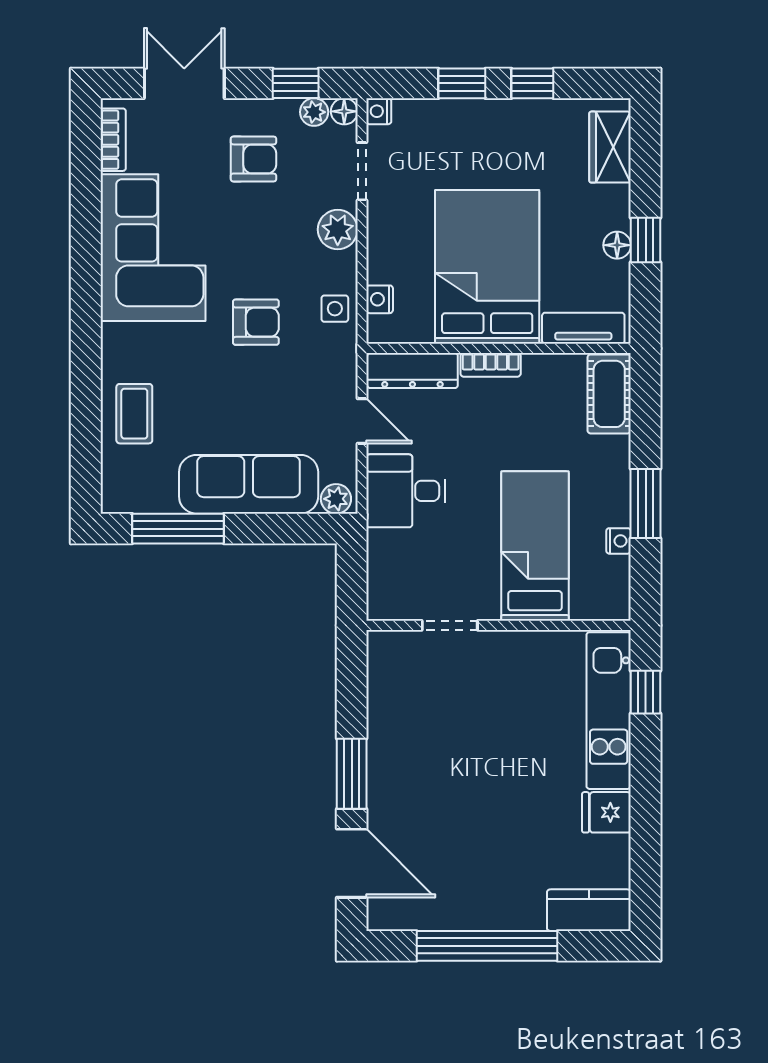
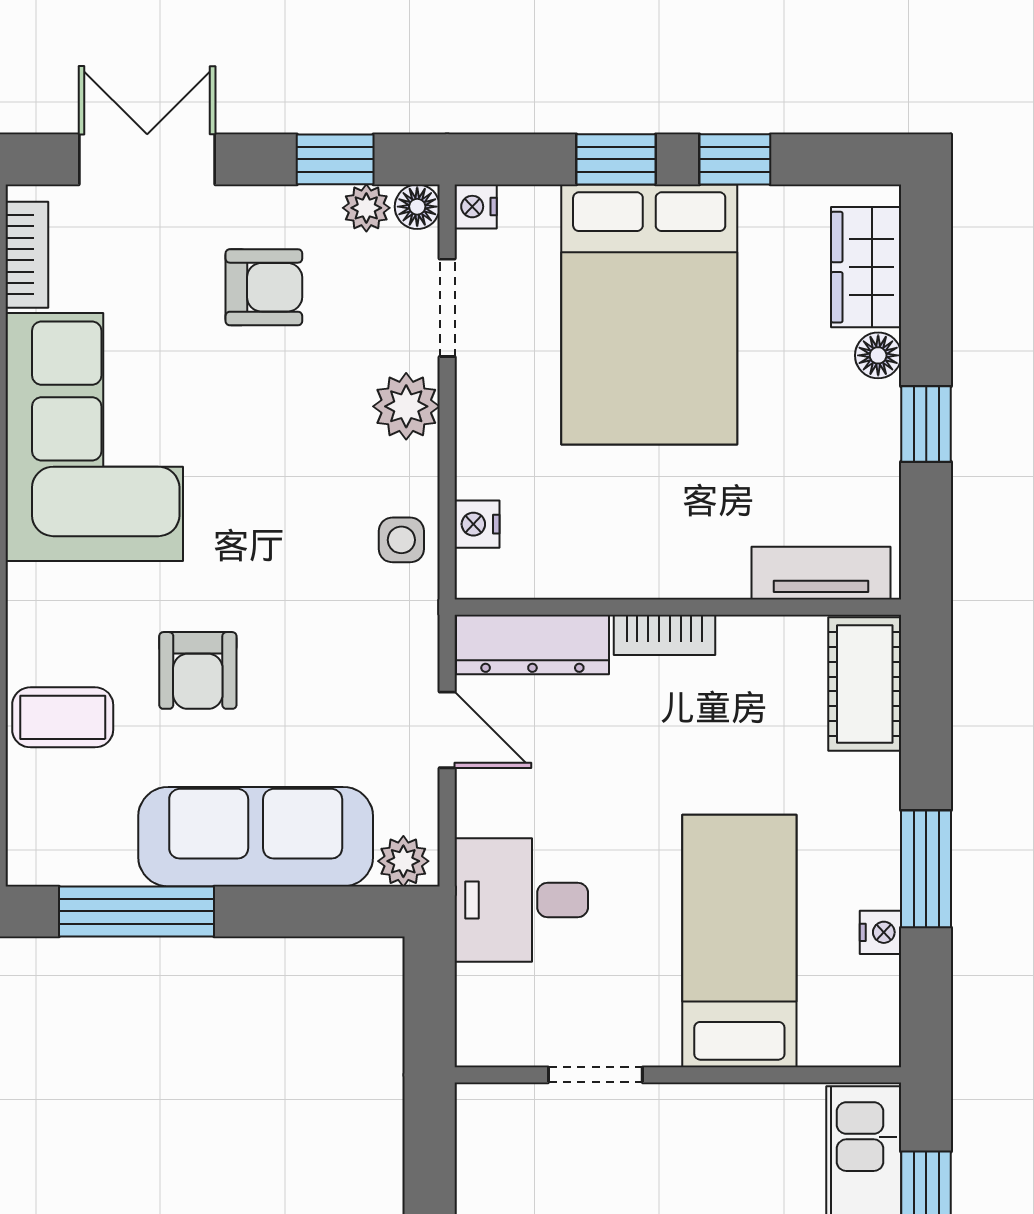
floor lamp: (617, 245) -> (878, 355), moved
bed: (487, 267) -> (649, 315), moved, turned 180
armchair: (256, 322) -> (198, 670), moved, turned 90
coffee table: (134, 414) -> (63, 717), turned 90
desk: (406, 491) -> (521, 900), moved

